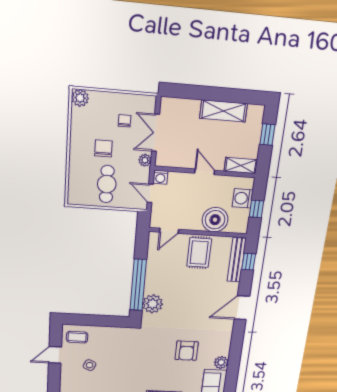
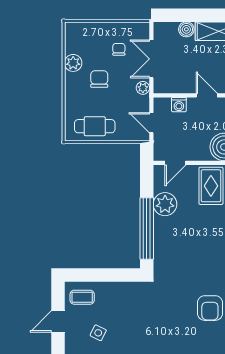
plant: (80, 98) -> (73, 63), moved
boiler: (192, 106) -> (186, 29), added
washing machine: (160, 177) -> (179, 105), moved
cafe table: (107, 184) -> (95, 126), moved, turned 90
plant: (153, 304) -> (165, 204), moved

